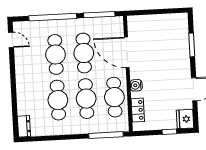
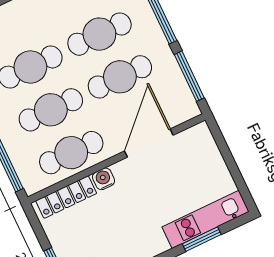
kitchen unit: (182, 38) -> (206, 219), added
locker: (138, 110) -> (66, 197), width x1.53

